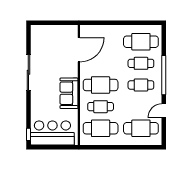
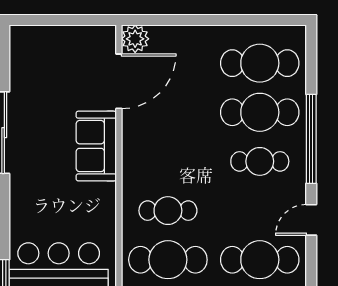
plant: (86, 31) -> (135, 39), added
cafe table: (141, 63) -> (260, 112), width x1.37, depth x1.35
cafe table: (101, 85) -> (168, 161), removed
sofa: (69, 93) -> (96, 146), moved

